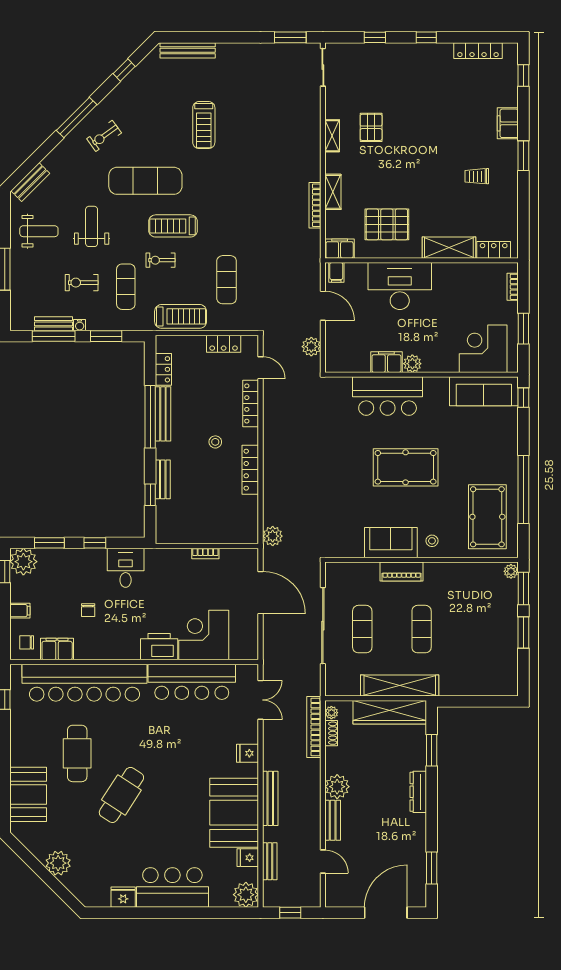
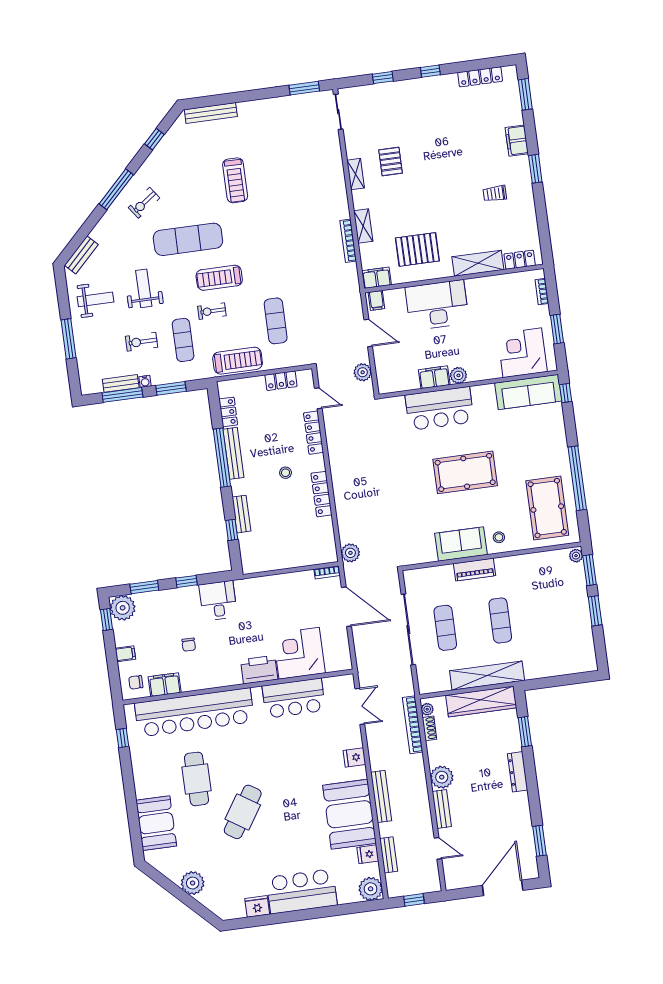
window: (523, 76) -> (525, 94), width x1.50
bookcase: (205, 553) -> (327, 572), moved
bar counter: (192, 682) -> (294, 698), width x0.73

